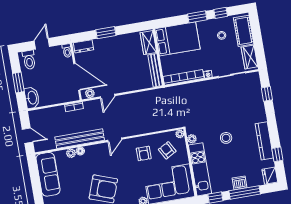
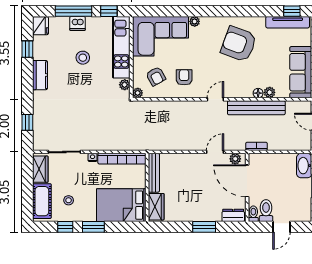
toilet: (29, 60) -> (266, 211), moved
stool: (226, 138) -> (83, 58), moved
kitchen counter: (264, 141) -> (40, 75), width x0.67

